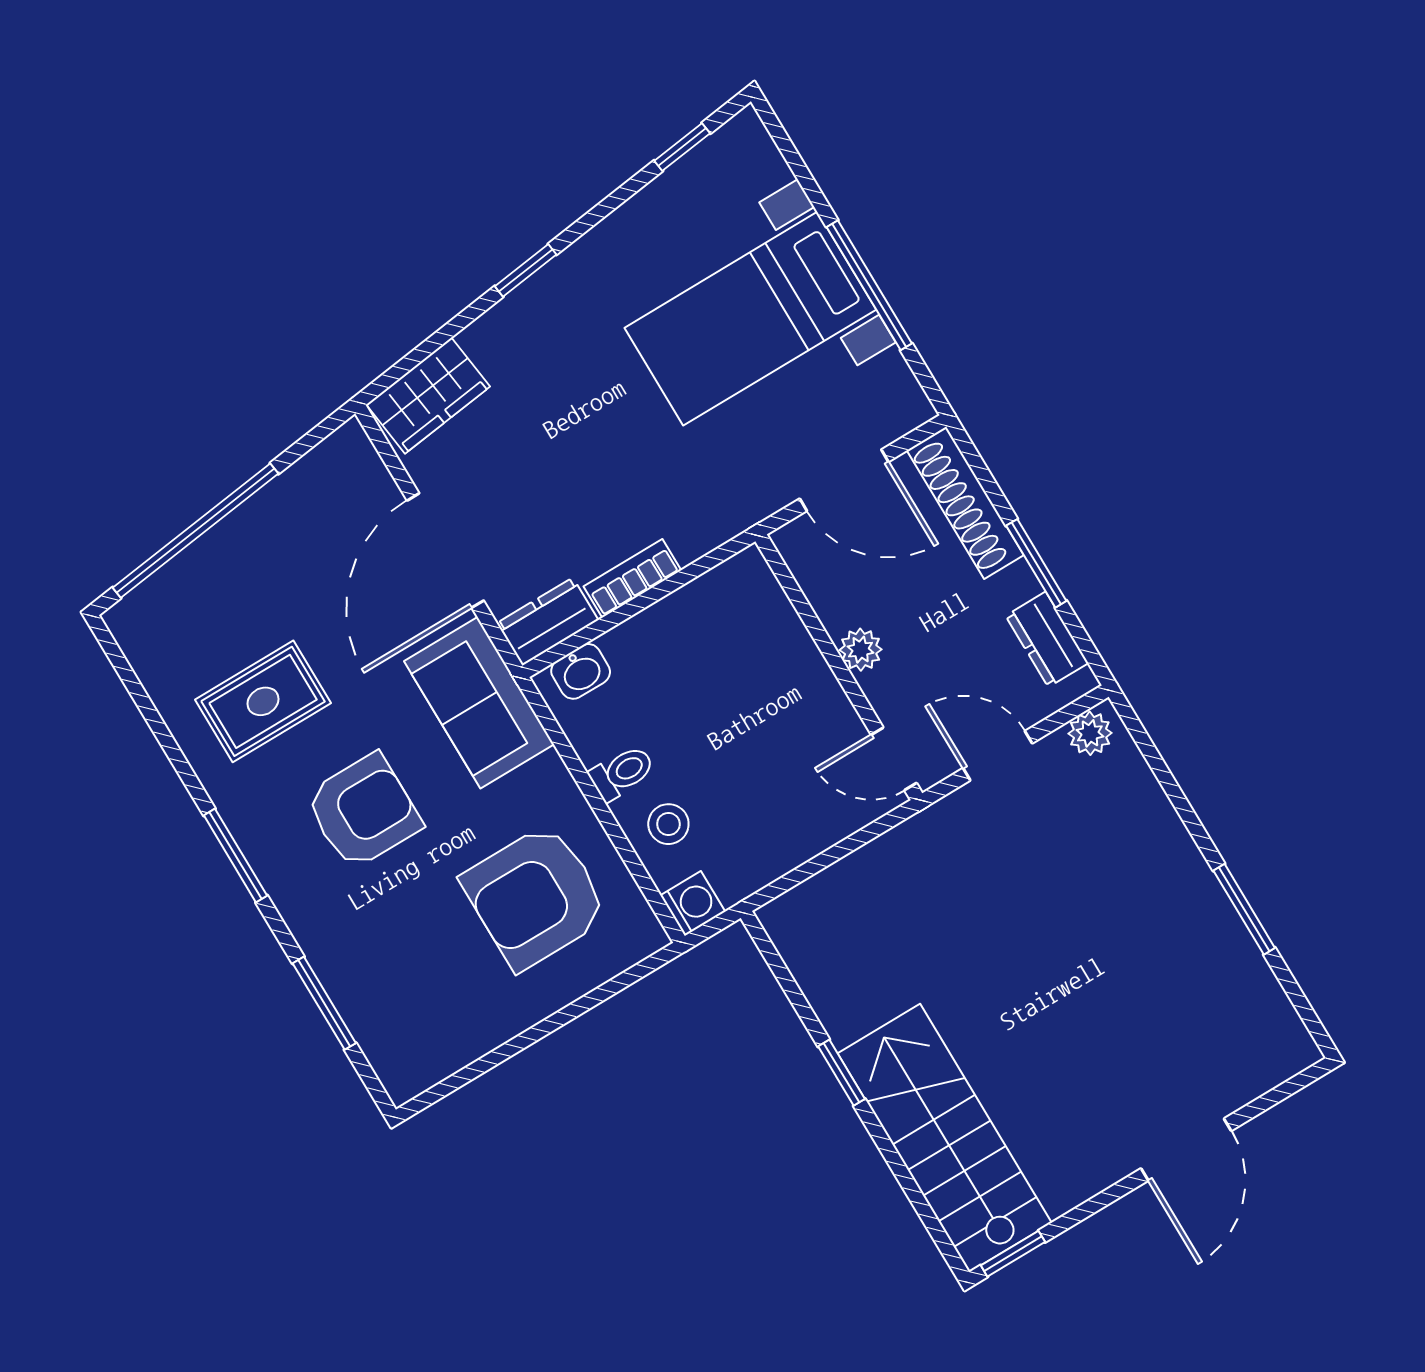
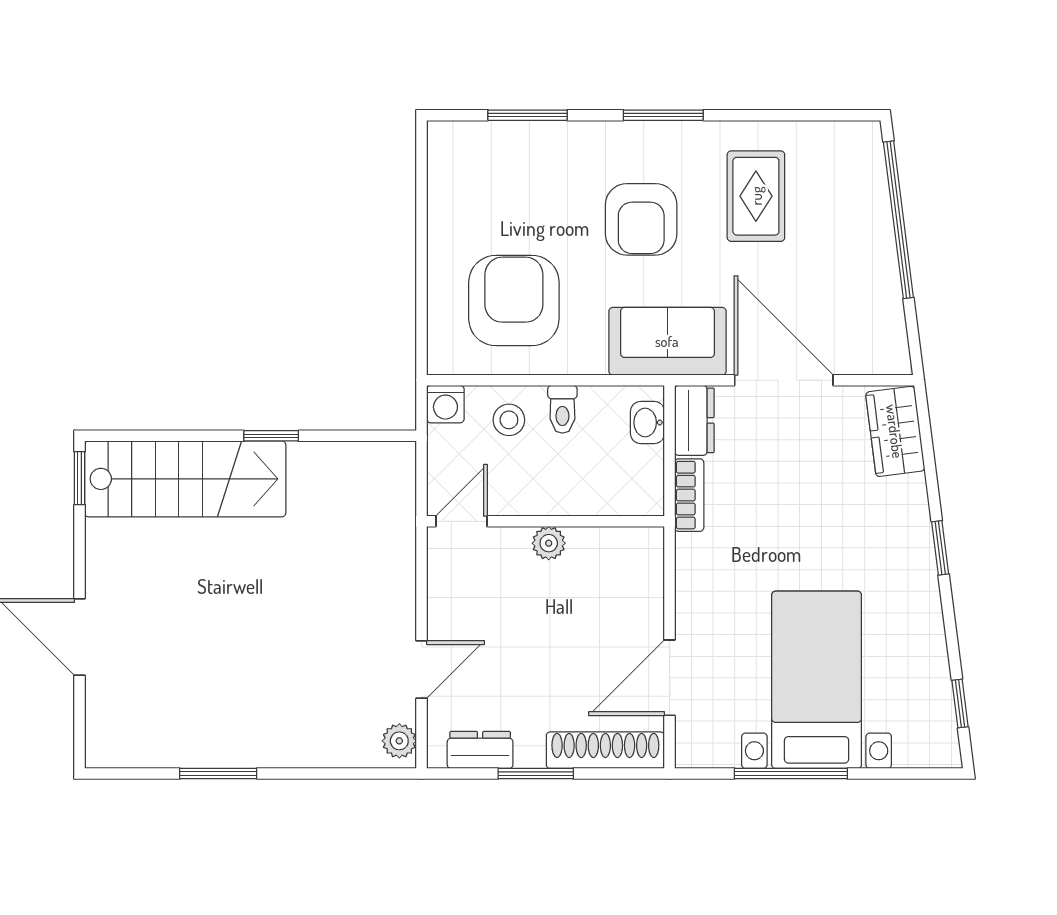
plant: (861, 650) -> (549, 543), moved
wall: (839, 667) -> (546, 521), moved
door: (894, 759) -> (462, 521), moved

